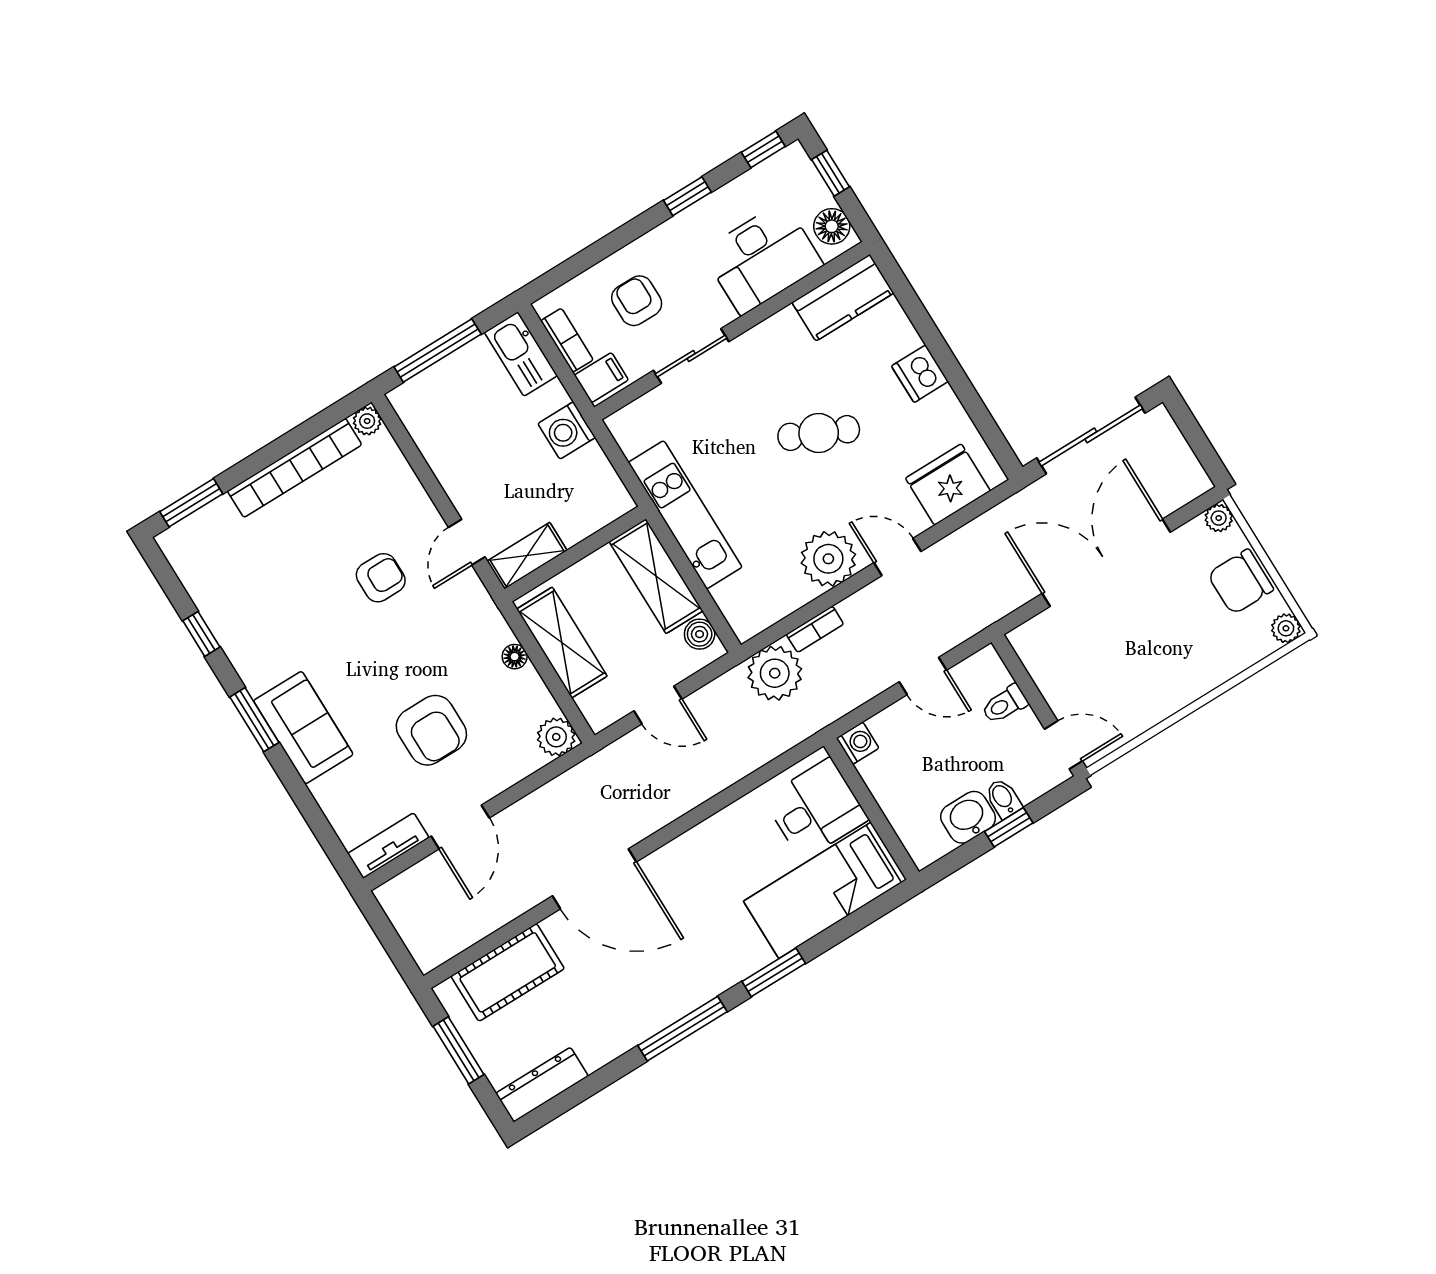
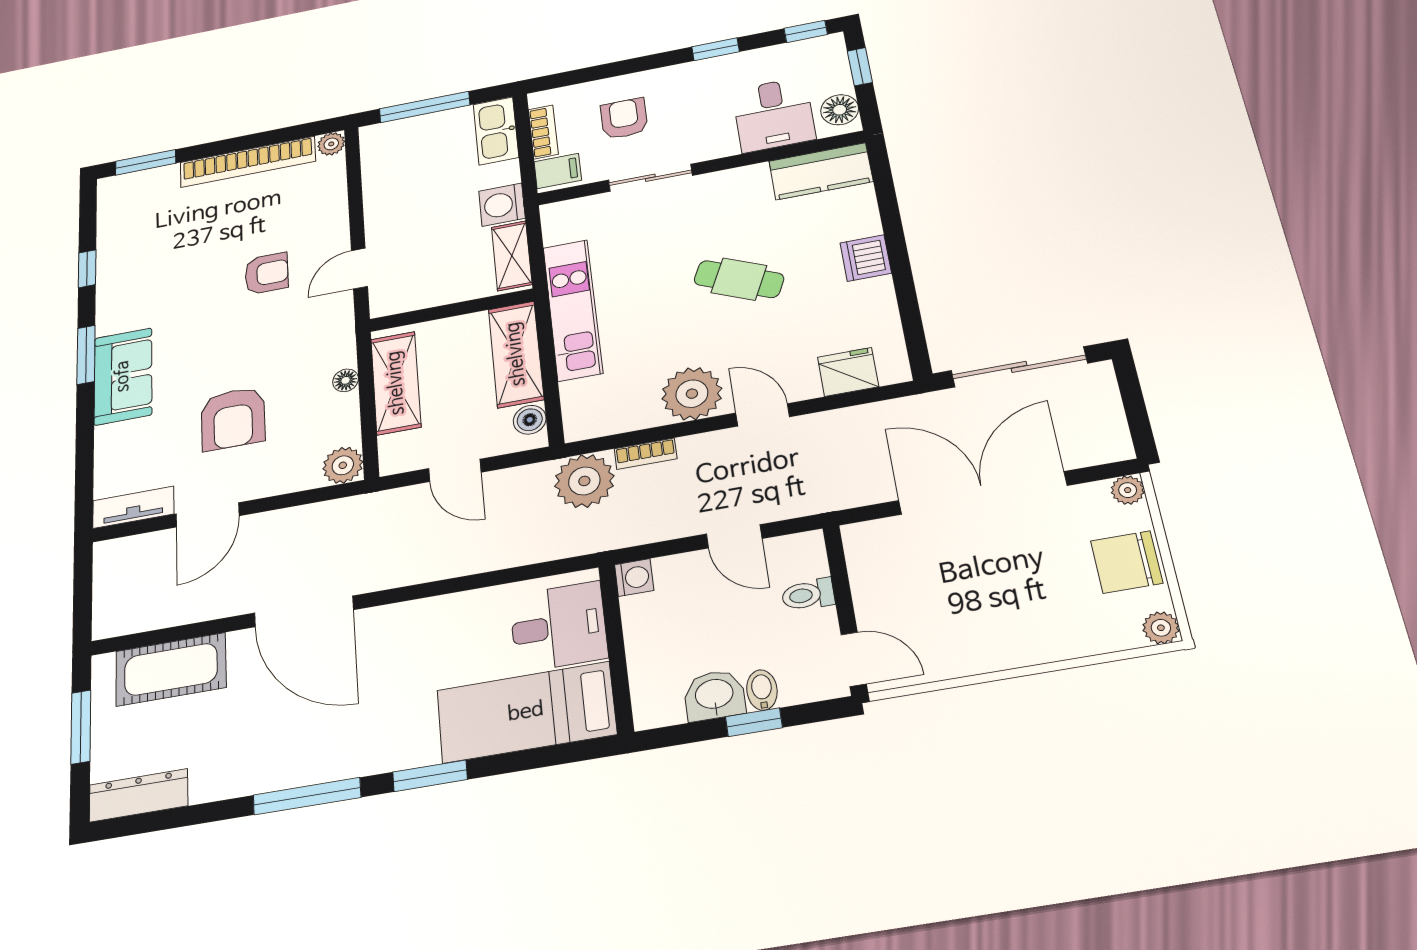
desk: (762, 258) -> (774, 115), width x0.73
fridge: (948, 485) -> (848, 372), width x0.73, depth x0.75
shelving: (527, 556) -> (512, 256), moved, turned 90

